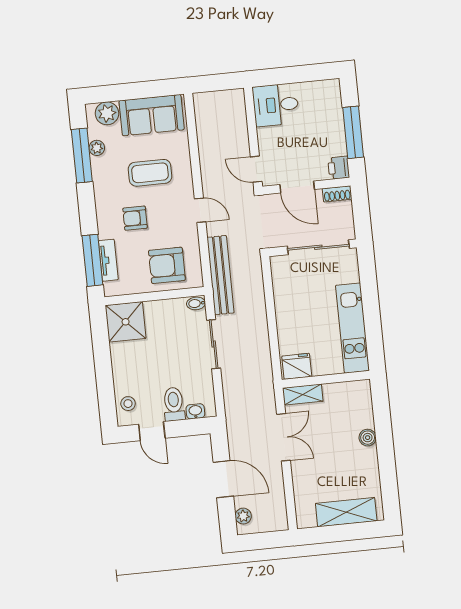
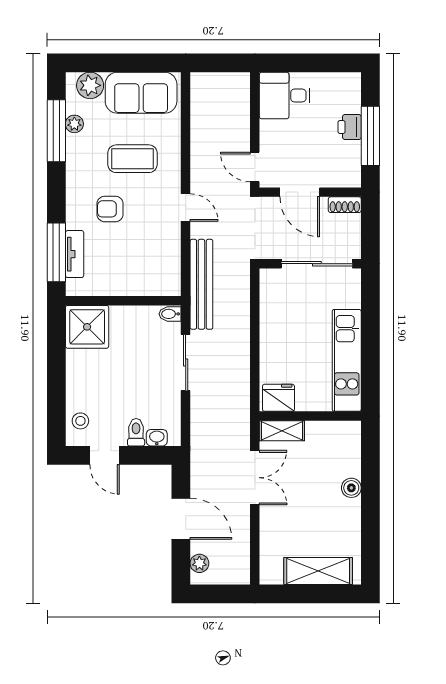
printer: (339, 168) -> (350, 127), moved
armchair: (167, 265) -> (141, 267), removed
toilet: (174, 404) -> (136, 432), width x0.73, depth x0.72

